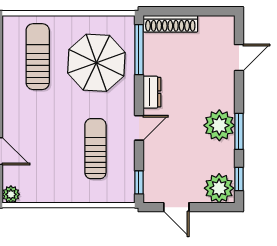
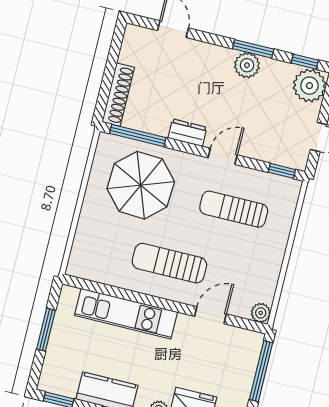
sun lounger: (38, 57) -> (169, 263), moved
plant: (219, 125) -> (247, 65), width x0.73, depth x0.73
door: (139, 128) -> (223, 156), hinge flipped

